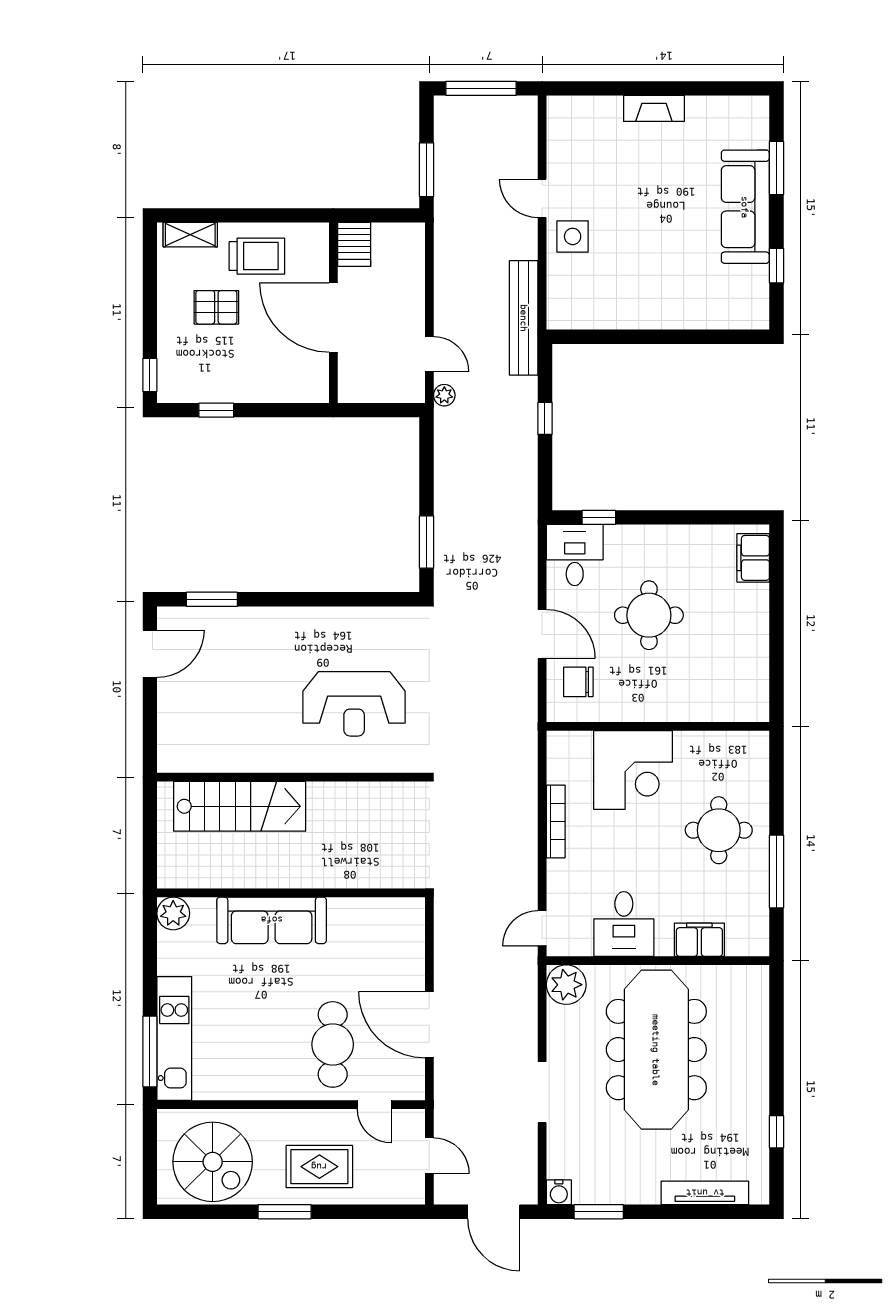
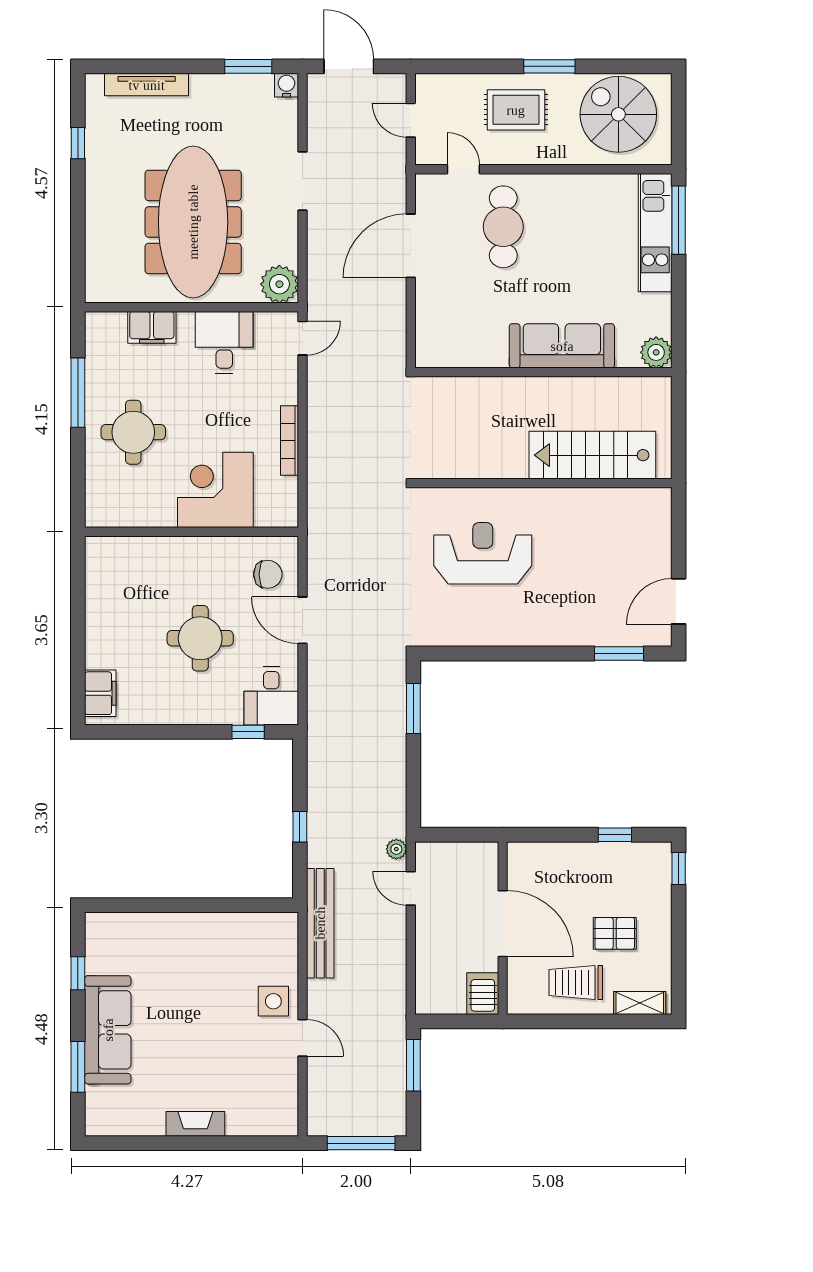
door: (429, 1025) -> (411, 246), swing flipped

